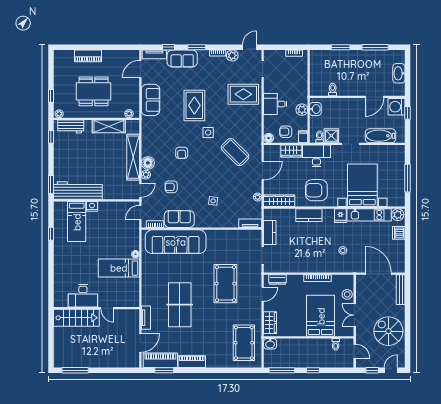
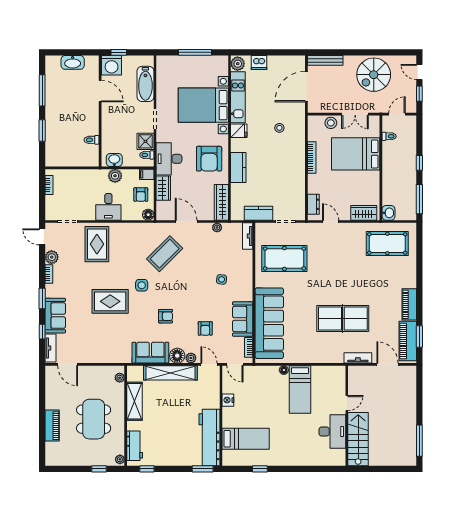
sofa: (150, 100) -> (150, 353), moved
nightstand: (92, 206) -> (228, 400), moved
pool table: (225, 284) -> (284, 259), moved

